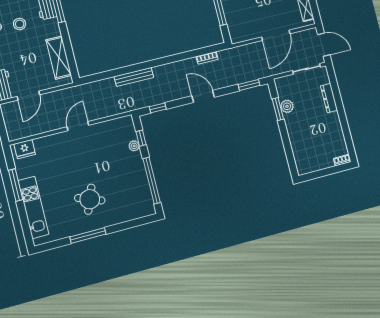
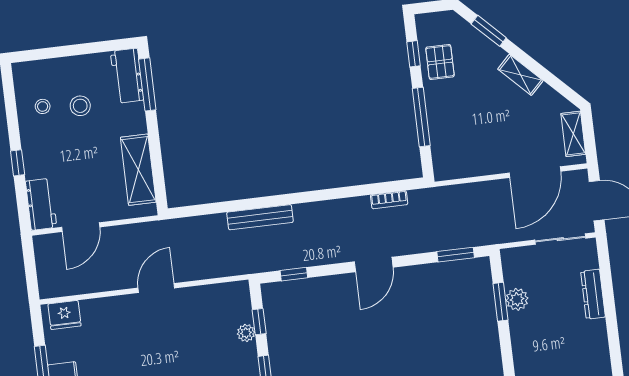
door: (276, 35) -> (535, 172), moved
door: (203, 96) -> (374, 265), swing flipped

